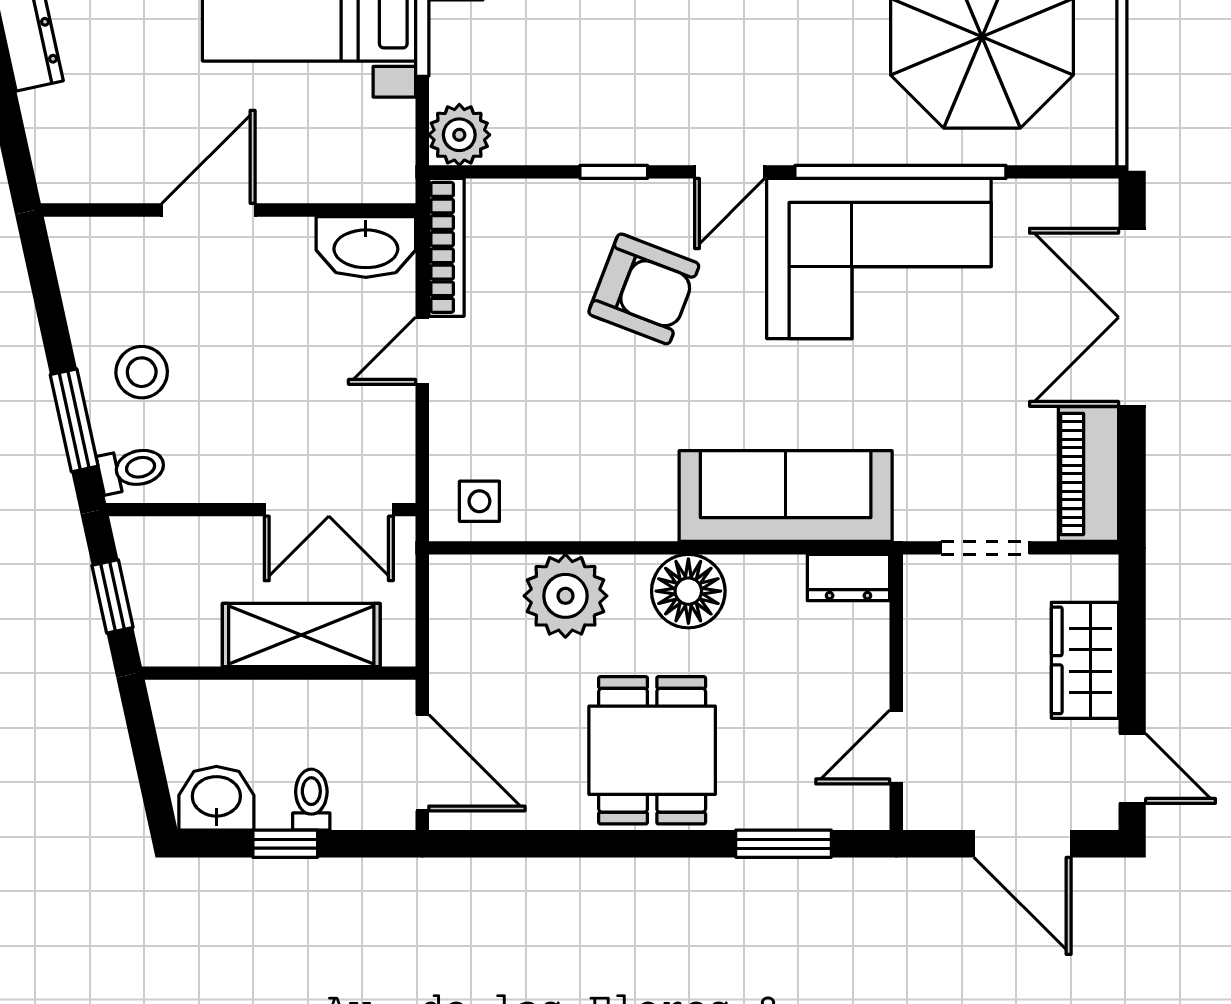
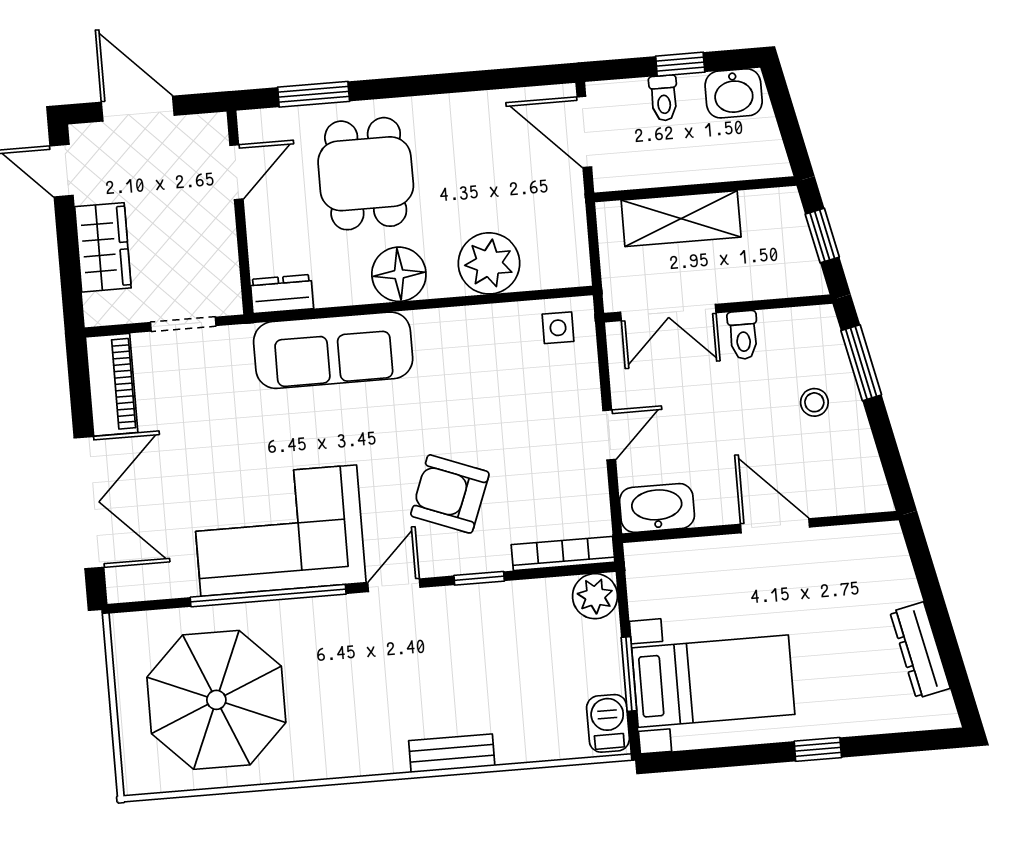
door: (208, 210) -> (775, 526), swing flipped
bookcase: (446, 247) -> (563, 553), moved, turned 90
stool: (142, 372) -> (814, 402), width x0.73, depth x0.73
toilet: (132, 469) -> (743, 335), moved, turned -78
double door: (329, 510) -> (668, 312), swing flipped
dining table: (652, 750) -> (366, 174), moved

